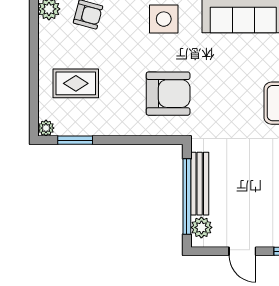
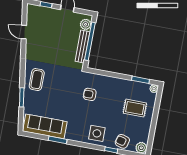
side table: (164, 19) -> (97, 133), moved
armchair: (168, 94) -> (90, 94), width x0.53, depth x0.53

